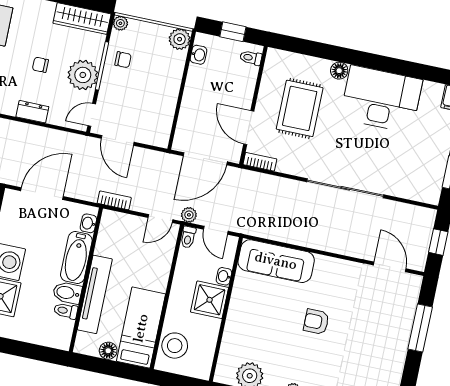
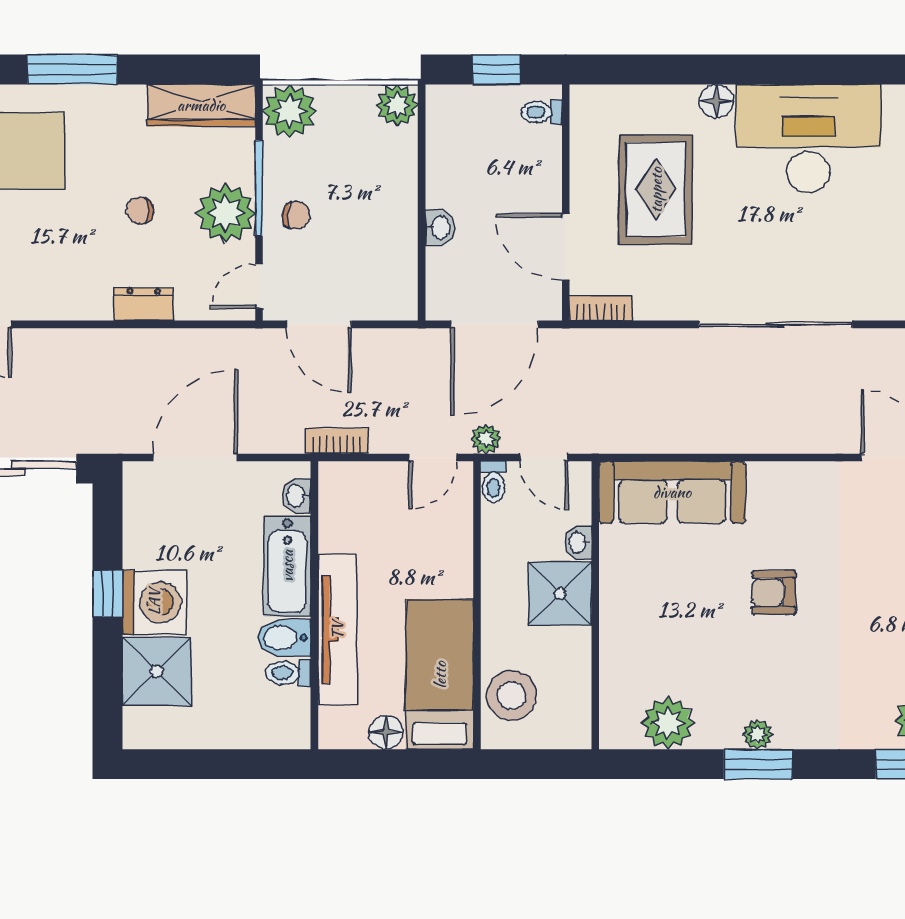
plant: (120, 23) -> (290, 111), width x1.87, depth x1.87
washbasin: (198, 55) -> (440, 227), moved
chair: (123, 60) -> (296, 215), moved

